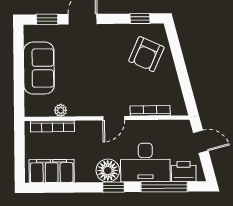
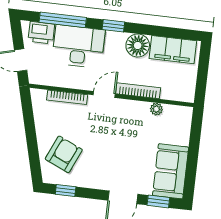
sofa: (39, 68) -> (171, 171), moved
bookcase: (52, 126) -> (138, 91), moved
floor lamp: (108, 171) -> (138, 45), moved

